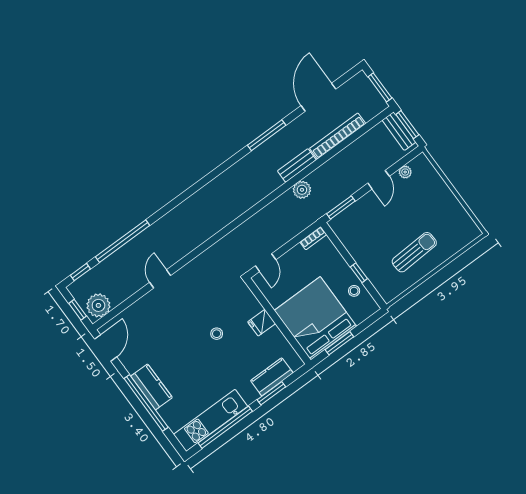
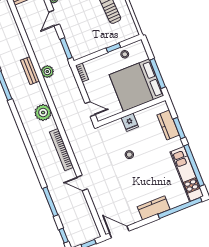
bookcase: (338, 136) -> (62, 150), moved
door: (379, 180) -> (54, 18), swing flipped
window: (123, 241) -> (50, 202), width x0.68
plant: (98, 305) -> (43, 113), moved
window: (339, 343) -> (158, 74), width x1.44
window: (146, 403) -> (180, 208), moved

